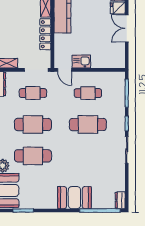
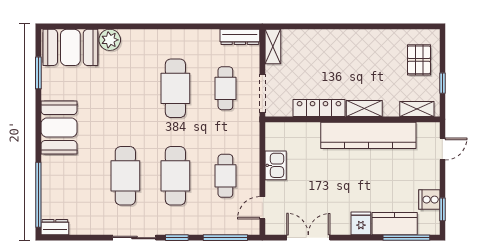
double door: (127, 28) -> (308, 238), moved
door: (65, 70) -> (262, 208), moved
cafe table: (33, 156) -> (125, 176), moved
booth: (74, 198) -> (59, 128), moved

